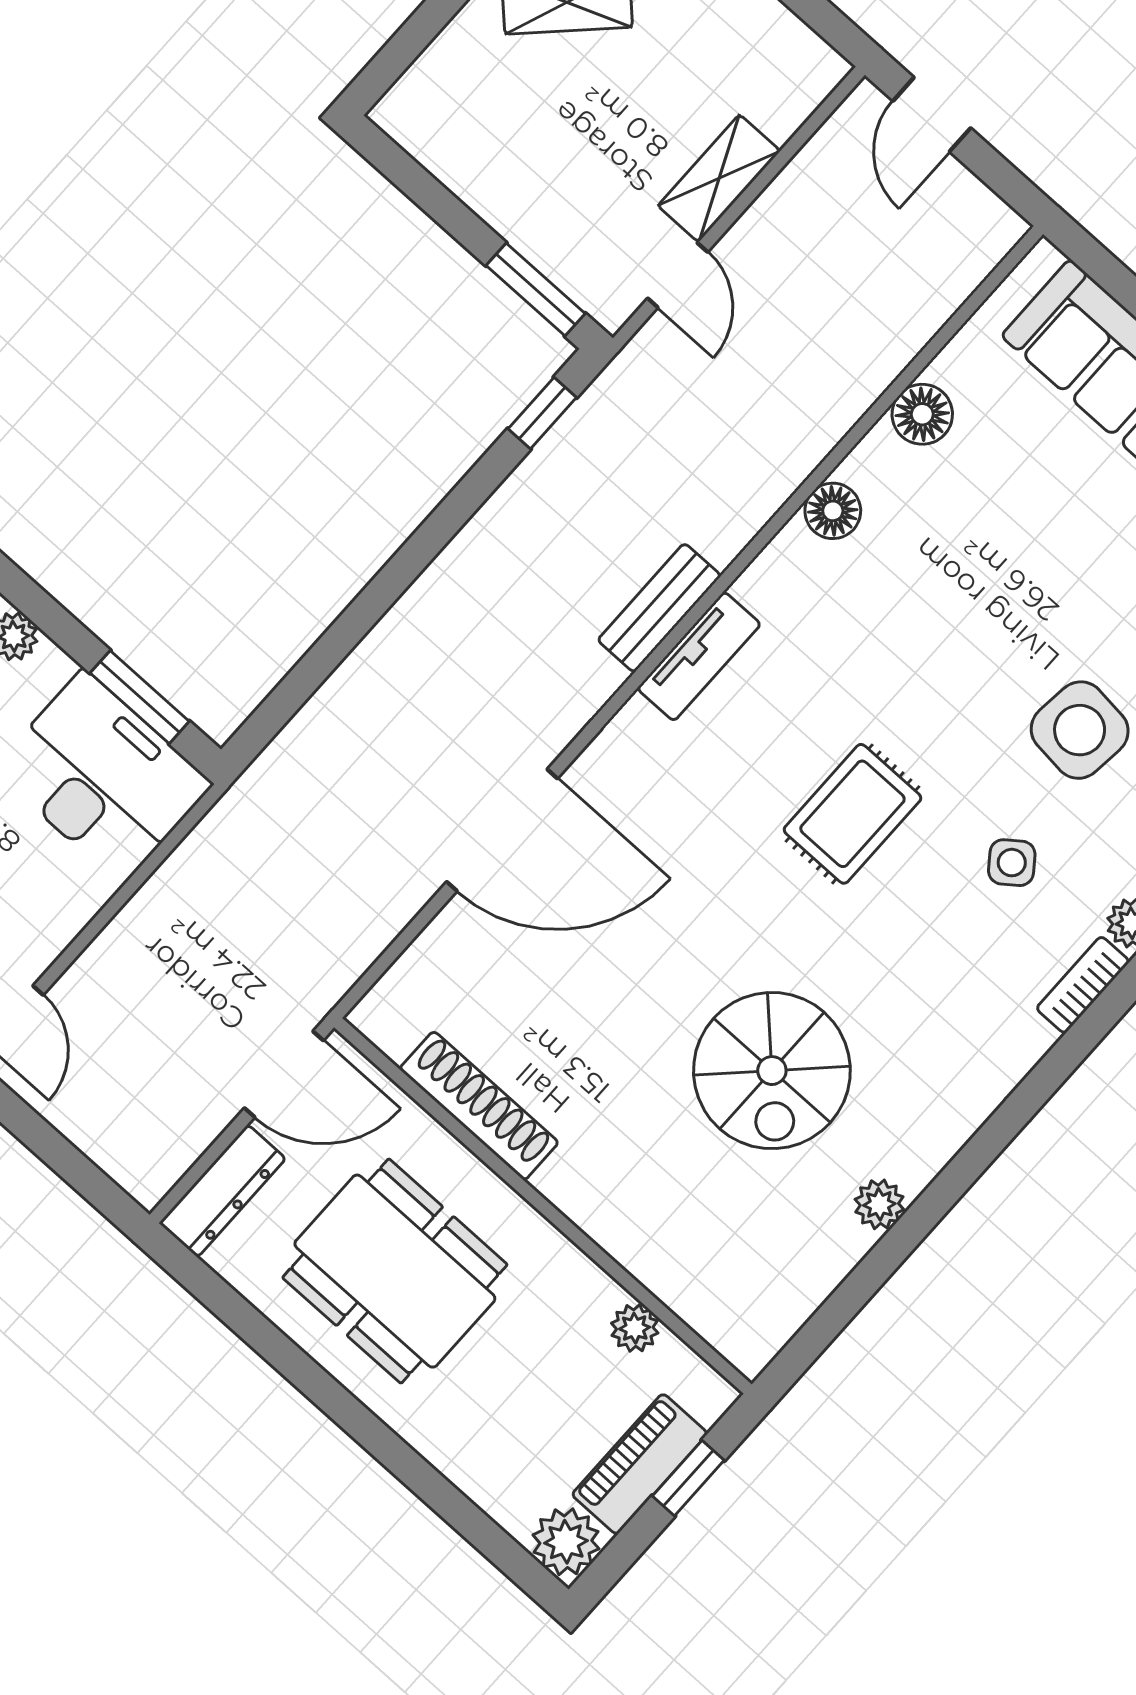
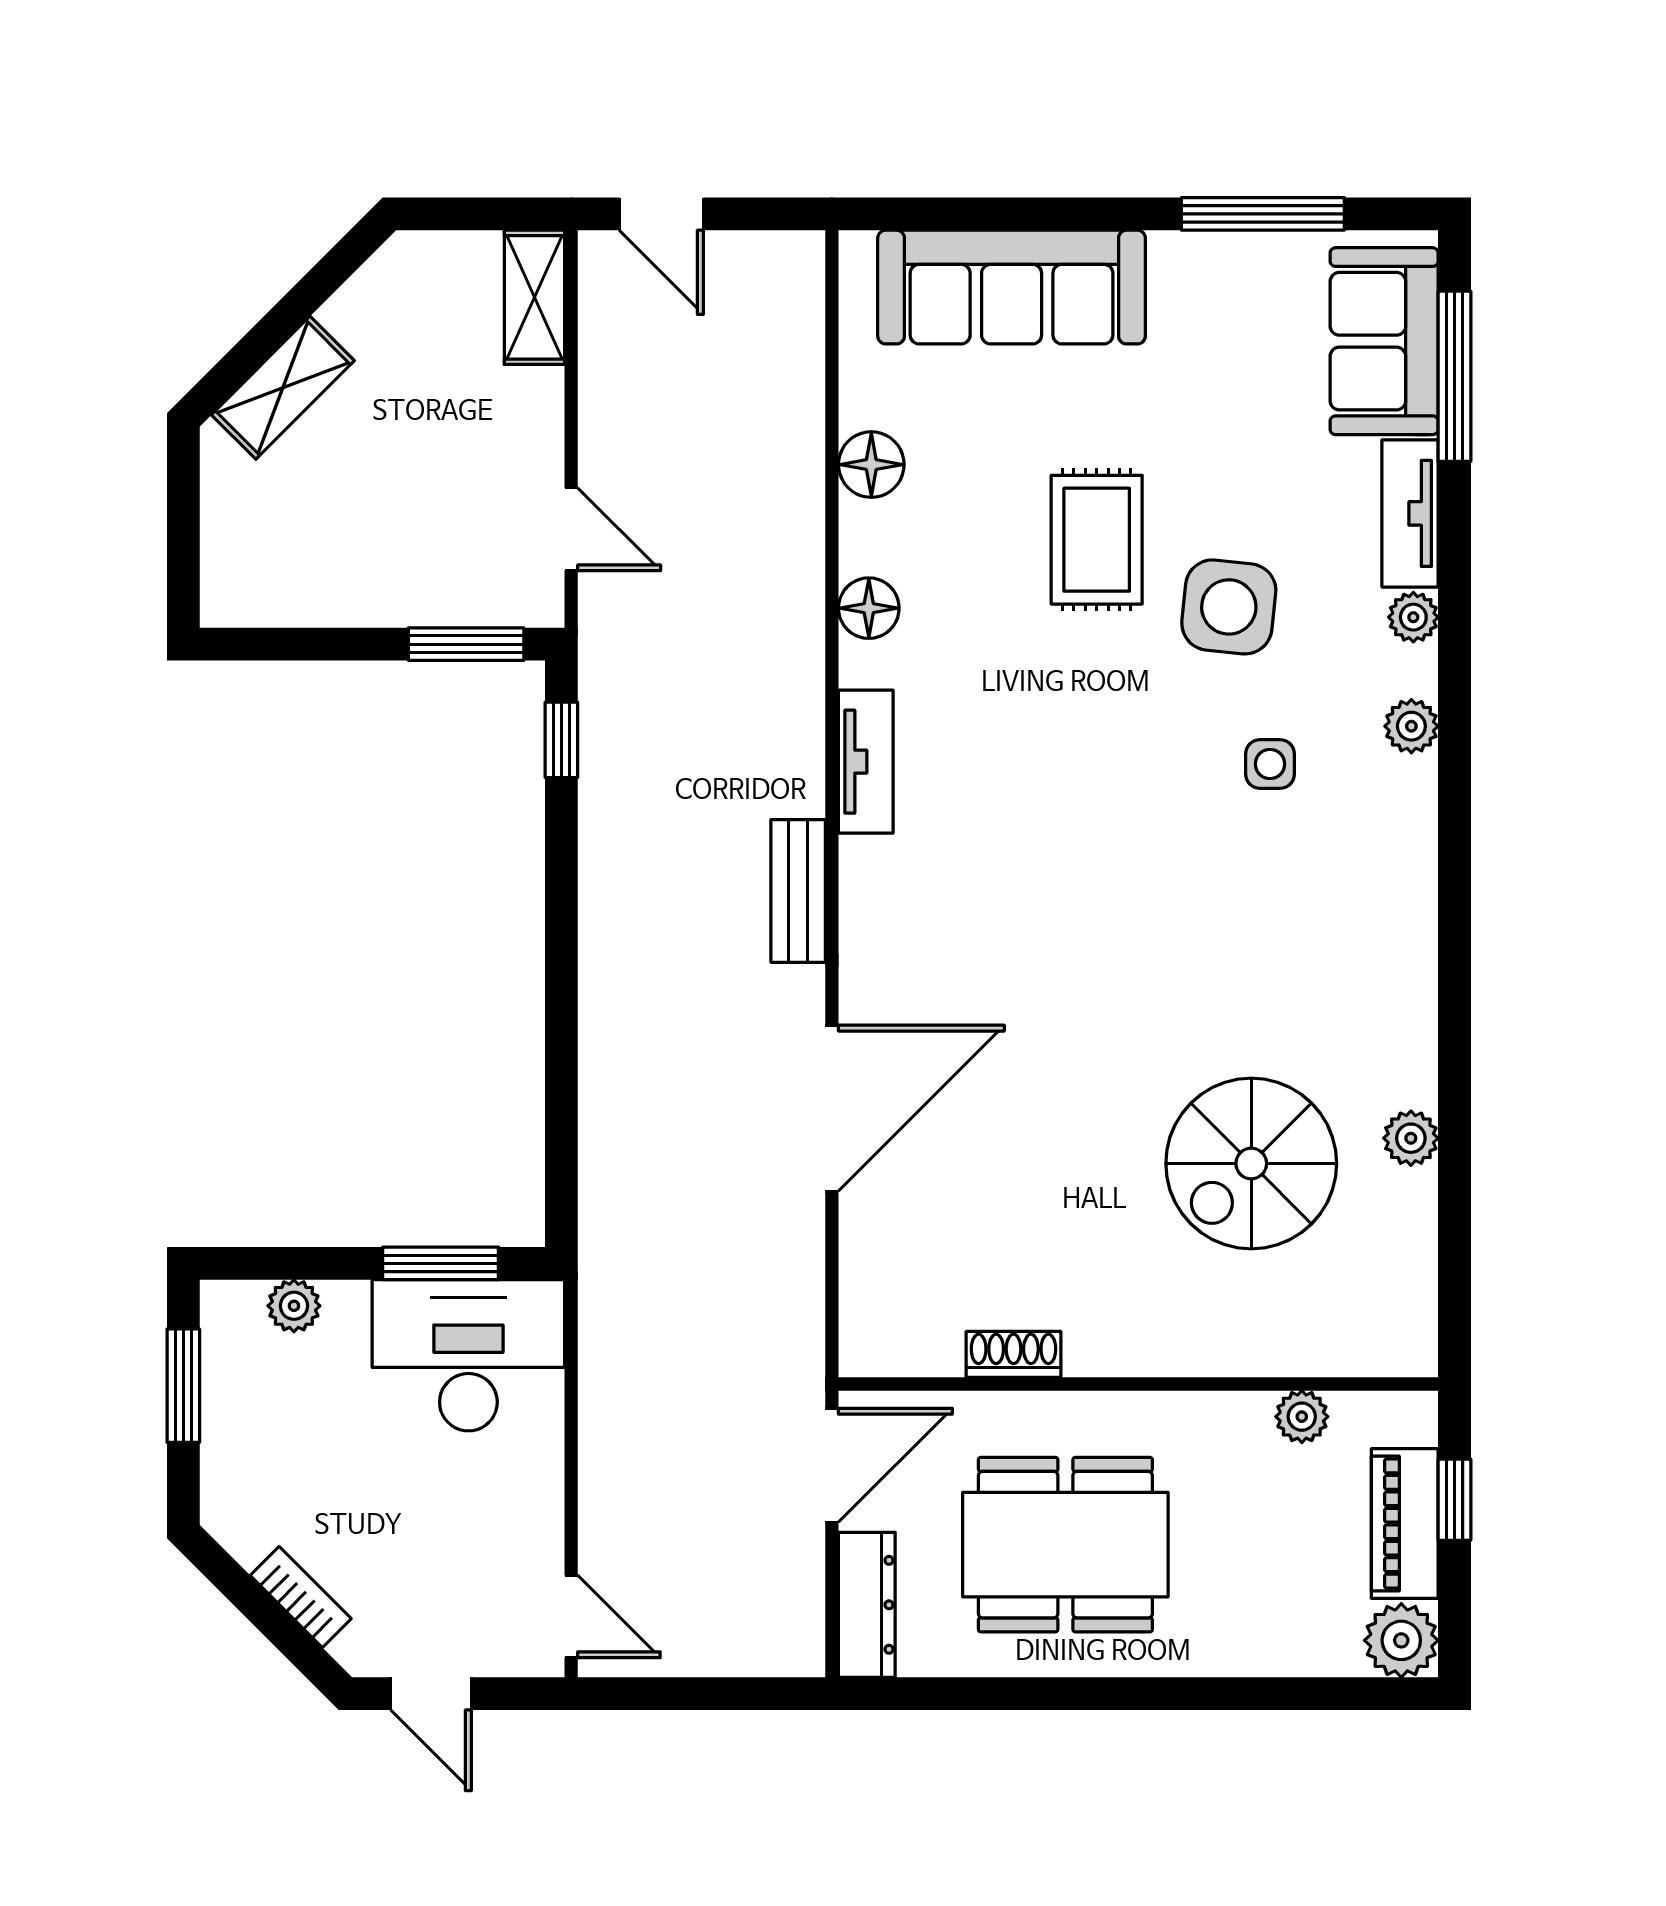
shelving: (719, 178) -> (534, 297), moved
bench: (659, 608) -> (798, 891), moved
tv unit: (699, 656) -> (866, 762), moved
rug: (852, 814) -> (1097, 540), moved
side table: (1012, 863) -> (1270, 764), turned 37
bookcase: (1083, 985) -> (1417, 812), removed
spiral stairs: (772, 1071) -> (1251, 1163), moved, turned 90
shoe rack: (479, 1106) -> (1014, 1354), width x0.51, depth x0.81

